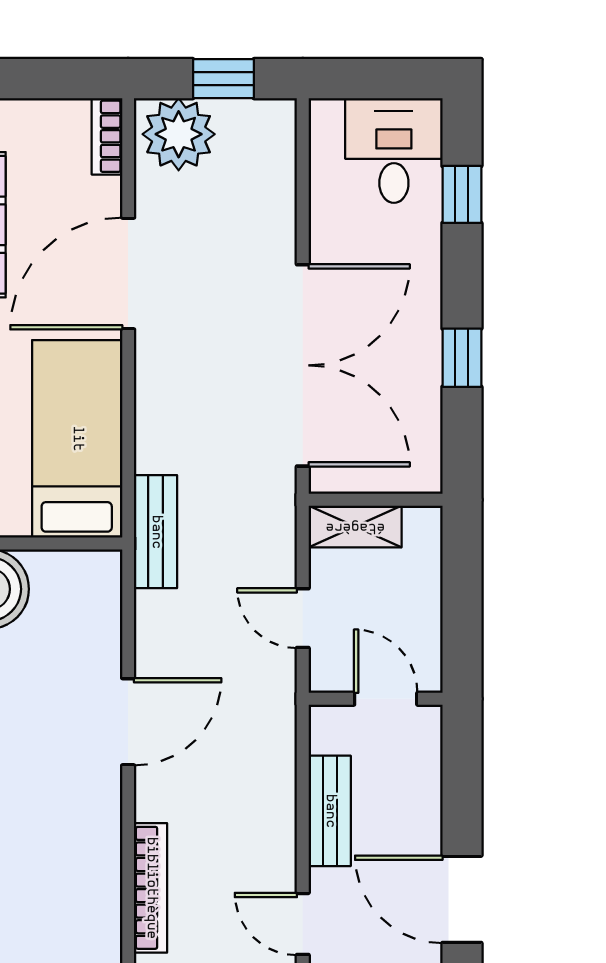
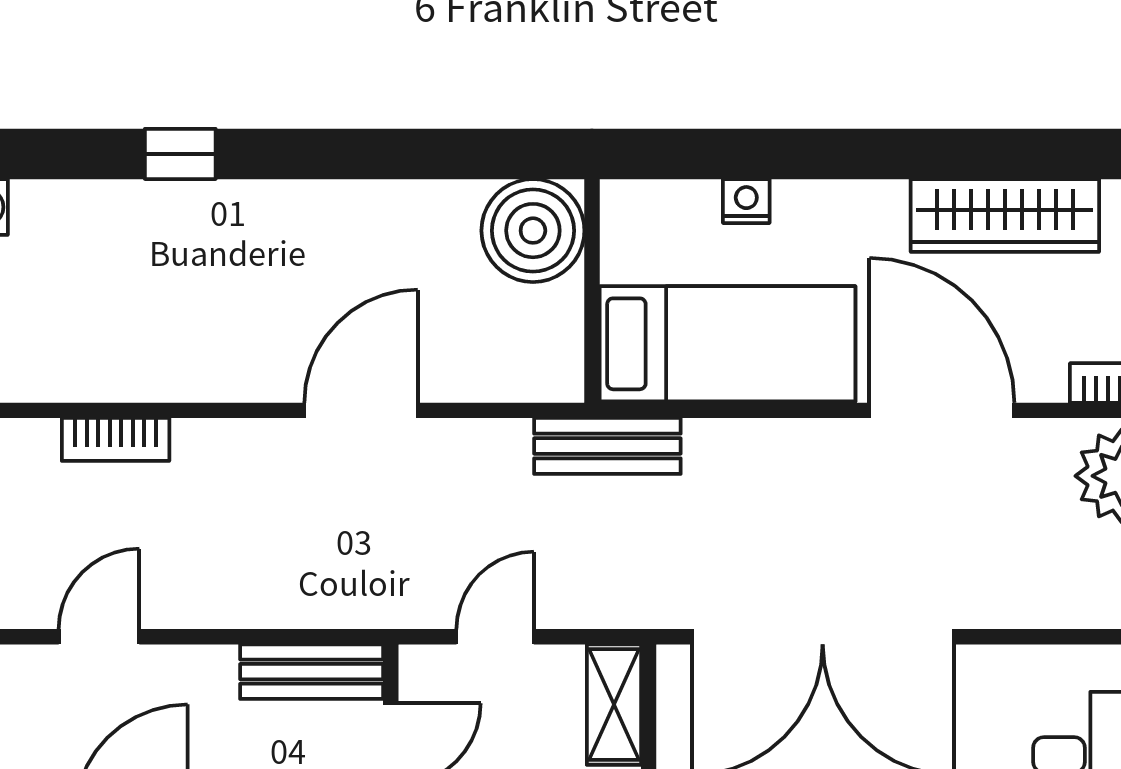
door: (128, 722) -> (361, 410), swing flipped
bench: (330, 811) -> (312, 672), moved
bookcase: (151, 888) -> (116, 439), width x0.64

